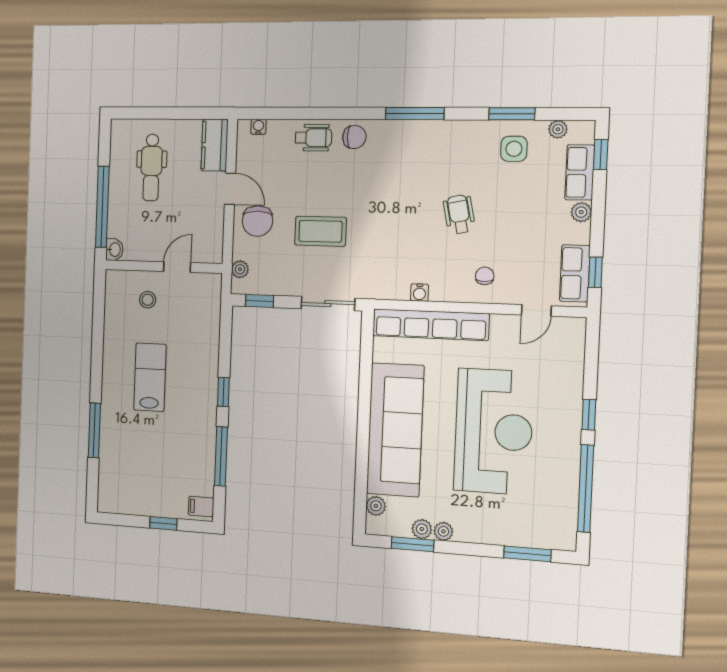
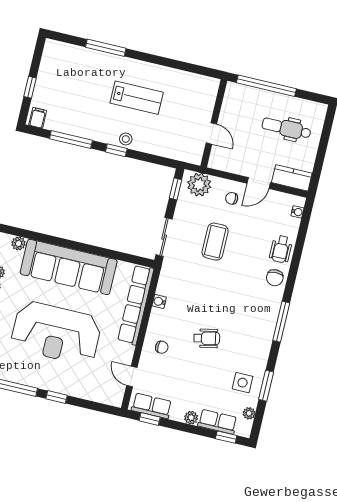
chair: (257, 221) -> (232, 198), width x0.54, depth x0.54
washbasin: (114, 250) -> (234, 89), removed
plant: (240, 269) -> (199, 185), width x1.87, depth x1.87
stool: (148, 300) -> (126, 139), moved

